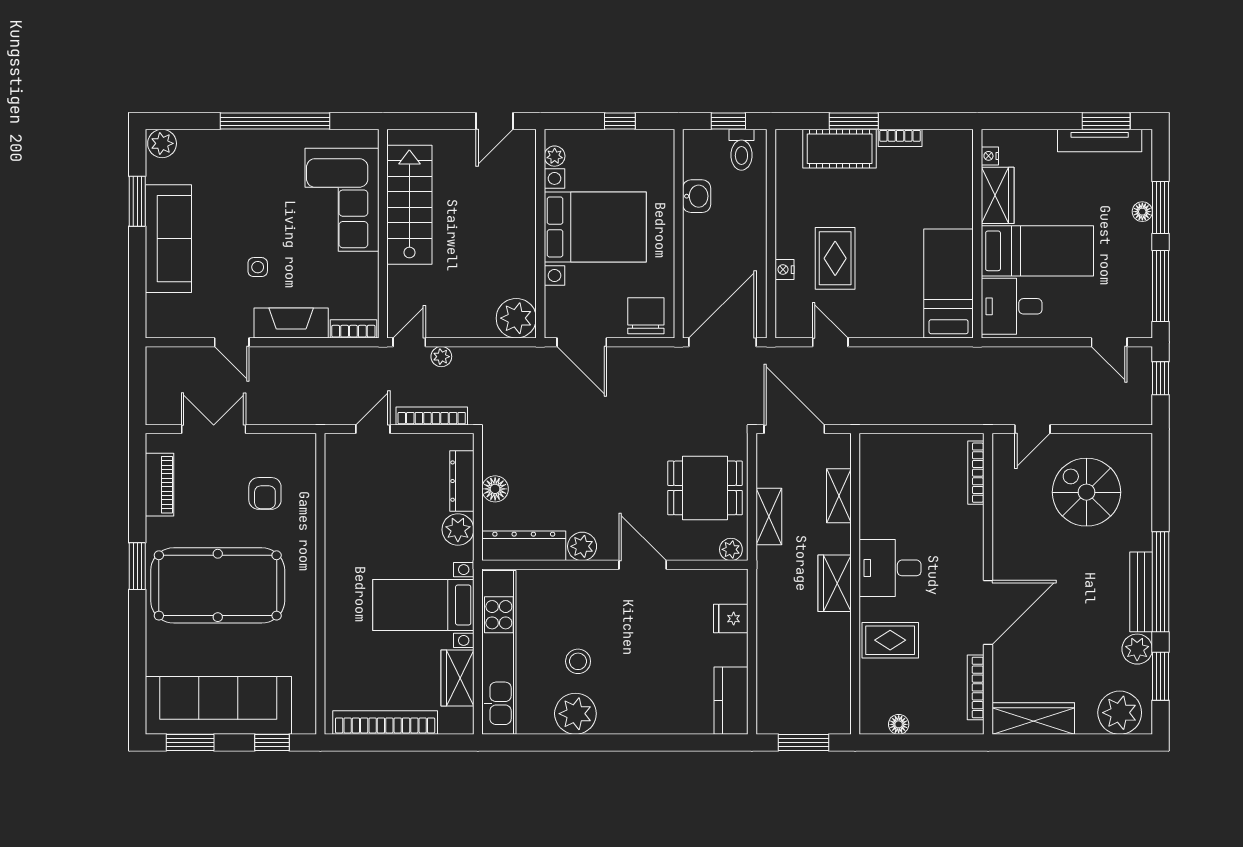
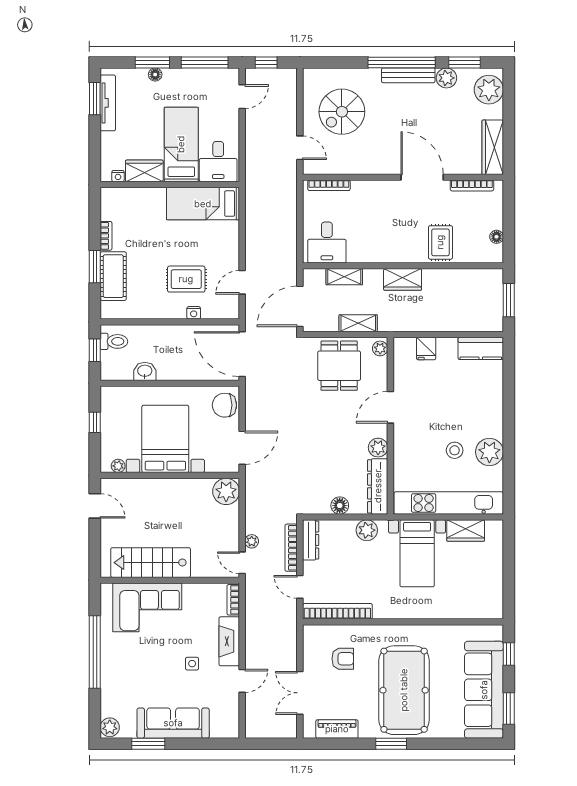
dresser: (462, 481) -> (311, 540), moved, turned -90
desk: (890, 568) -> (327, 242), moved
bookcase: (385, 723) -> (337, 611), moved, turned 90

